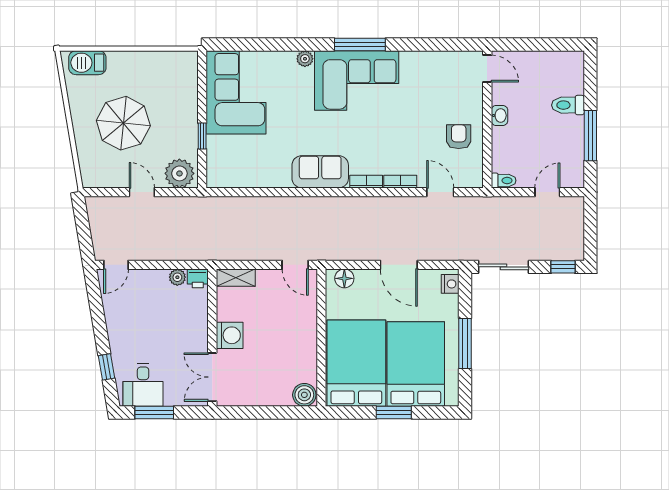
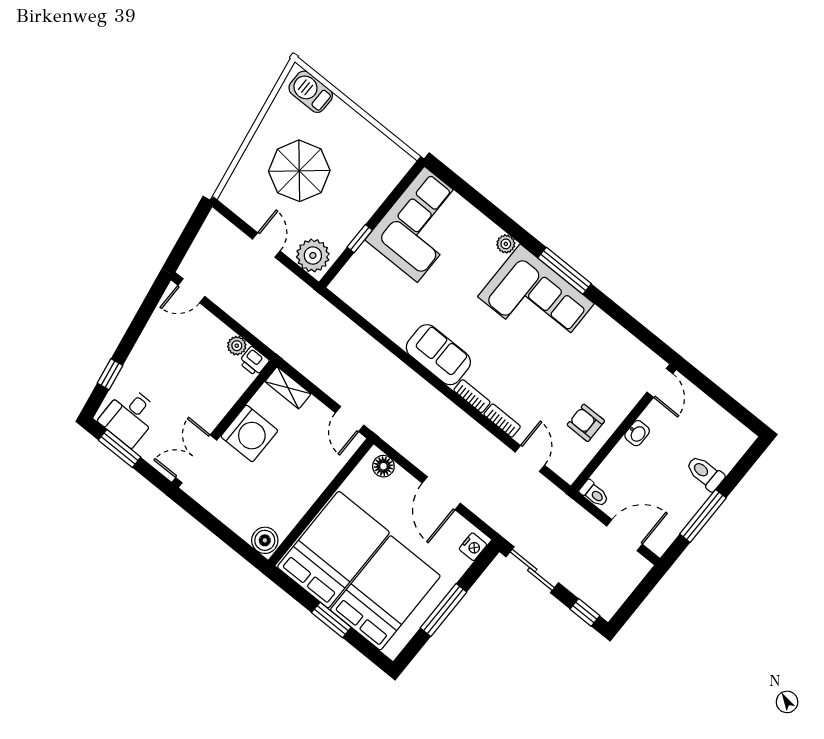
armchair: (459, 137) -> (586, 423), turned -90
door: (547, 192) -> (625, 535), width x1.38
washing machine: (230, 335) -> (249, 433), width x1.37, depth x1.37

